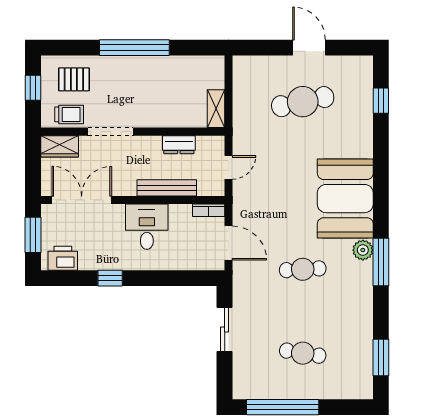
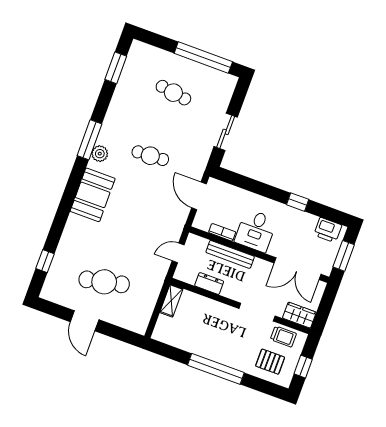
trolley: (69, 114) -> (283, 337), turned 180
booth: (345, 199) -> (93, 195), width x0.73, depth x0.70
bookcase: (209, 210) -> (222, 232), moved

